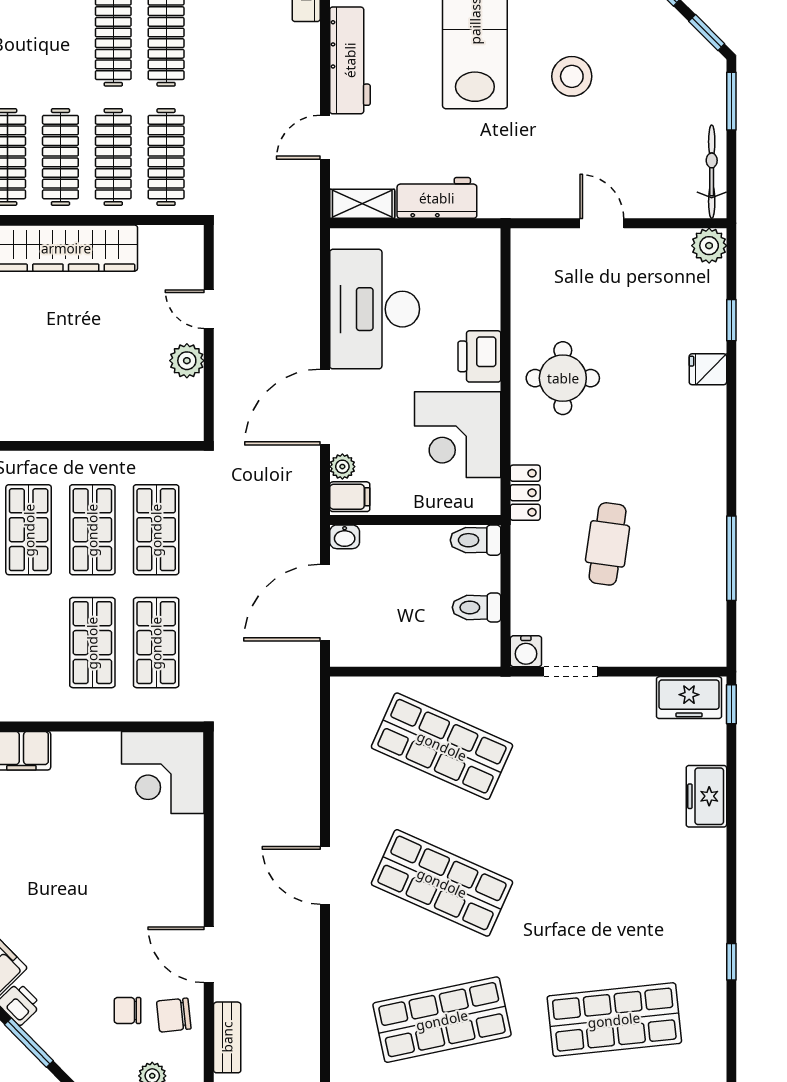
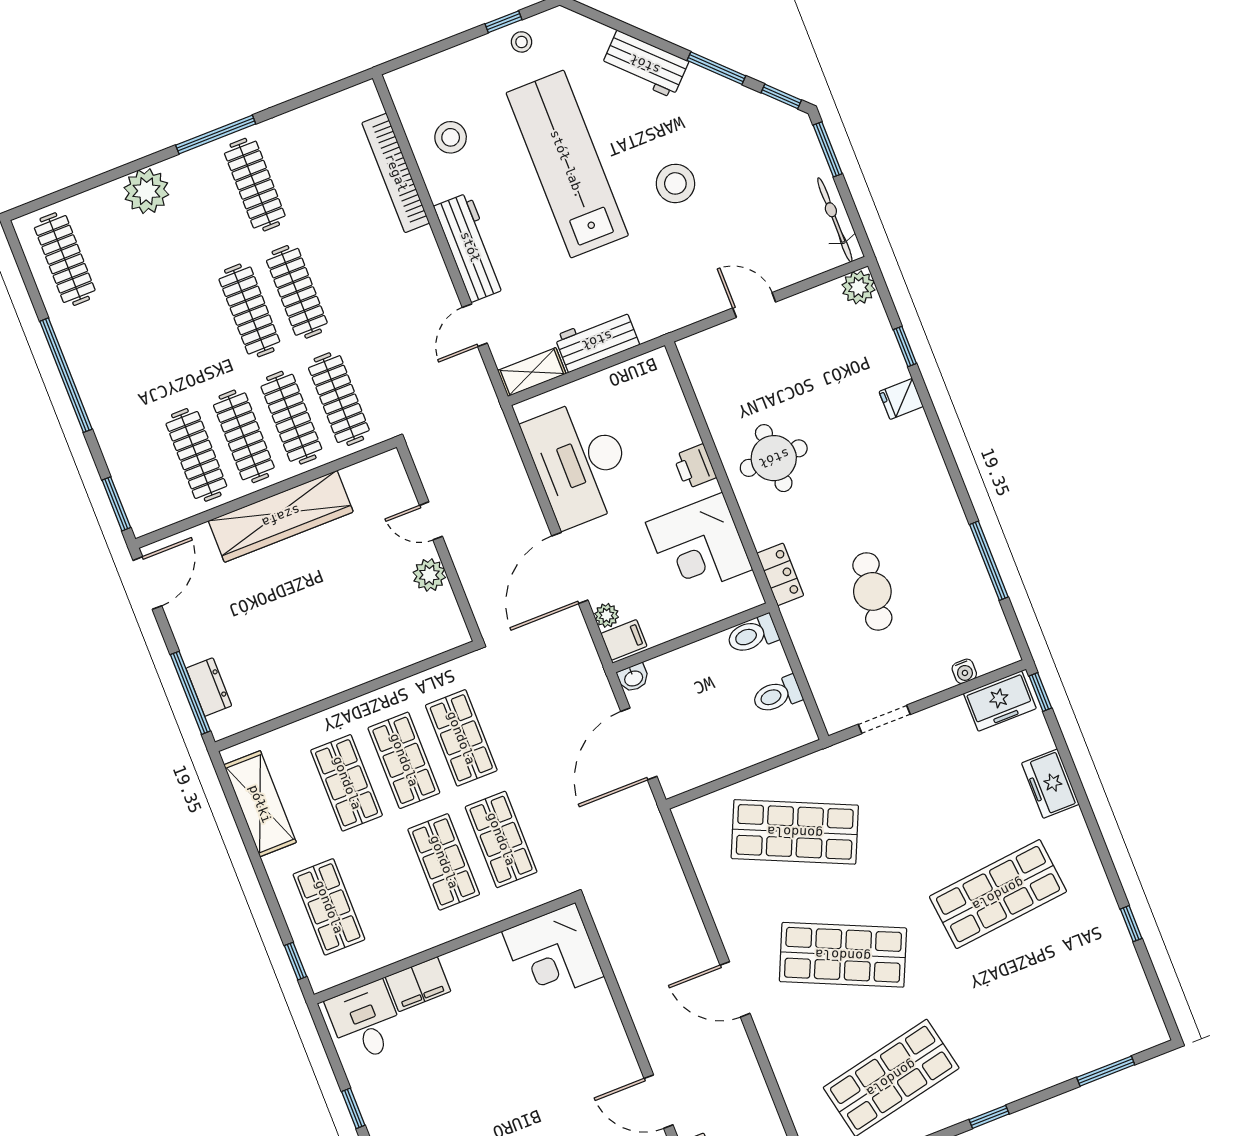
printer: (479, 356) -> (695, 466), width x0.73, depth x0.81
water cooler: (526, 651) -> (964, 671), moved, width x0.72, depth x0.72
shop shelf: (614, 1020) -> (998, 894), moved

